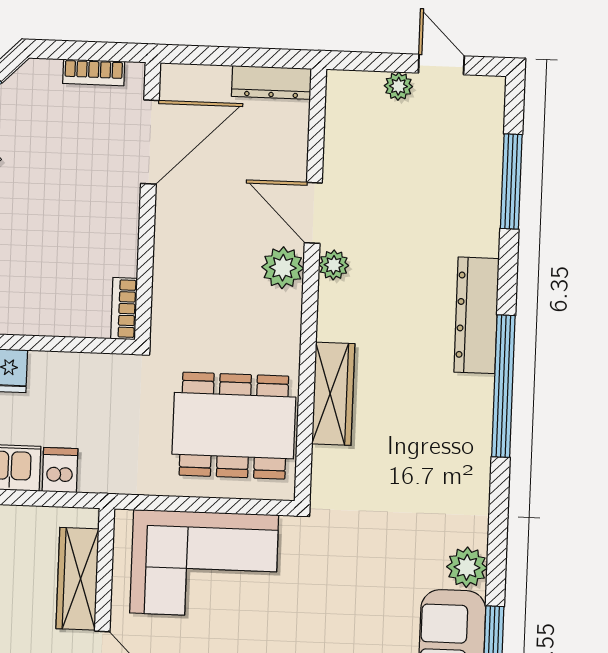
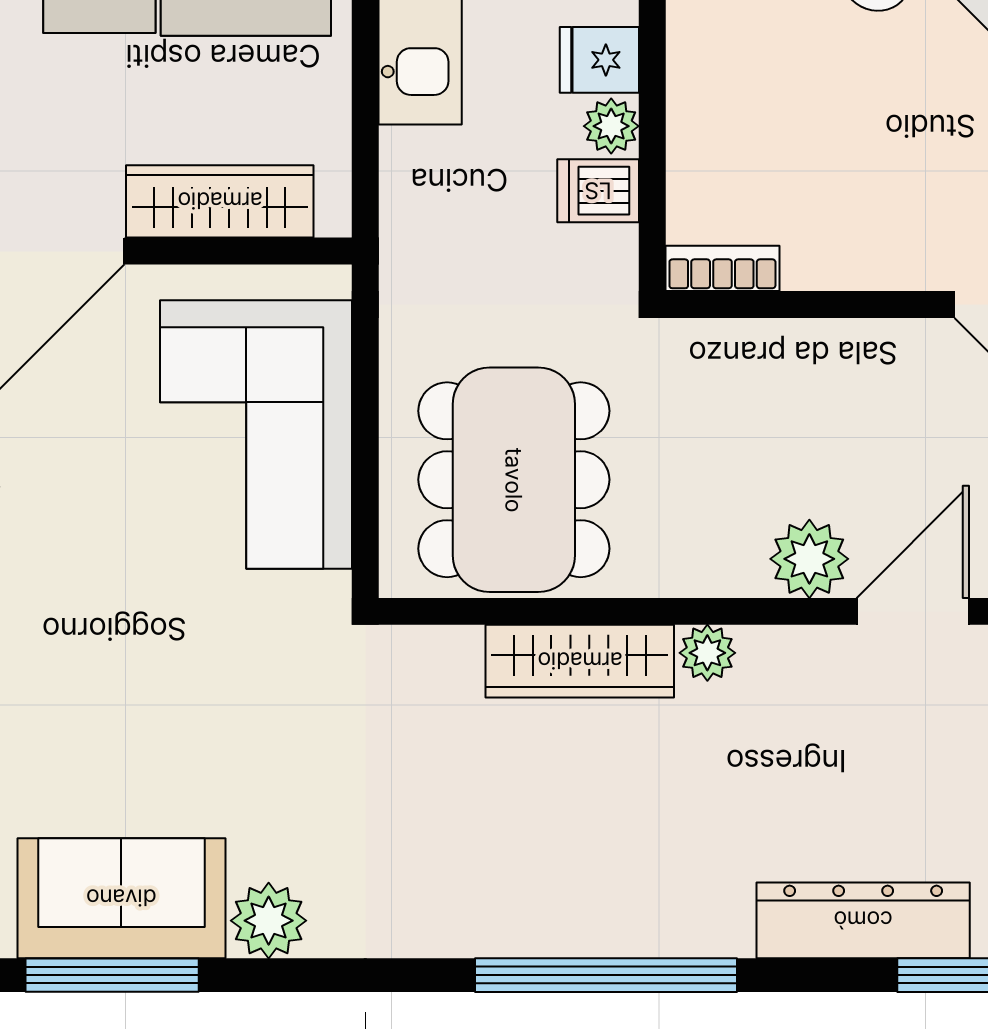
plant: (334, 265) -> (707, 653), moved
dresser: (477, 315) -> (863, 920), moved
plant: (45, 366) -> (611, 126), added
dishwasher: (60, 470) -> (598, 191), moved, turned 180

